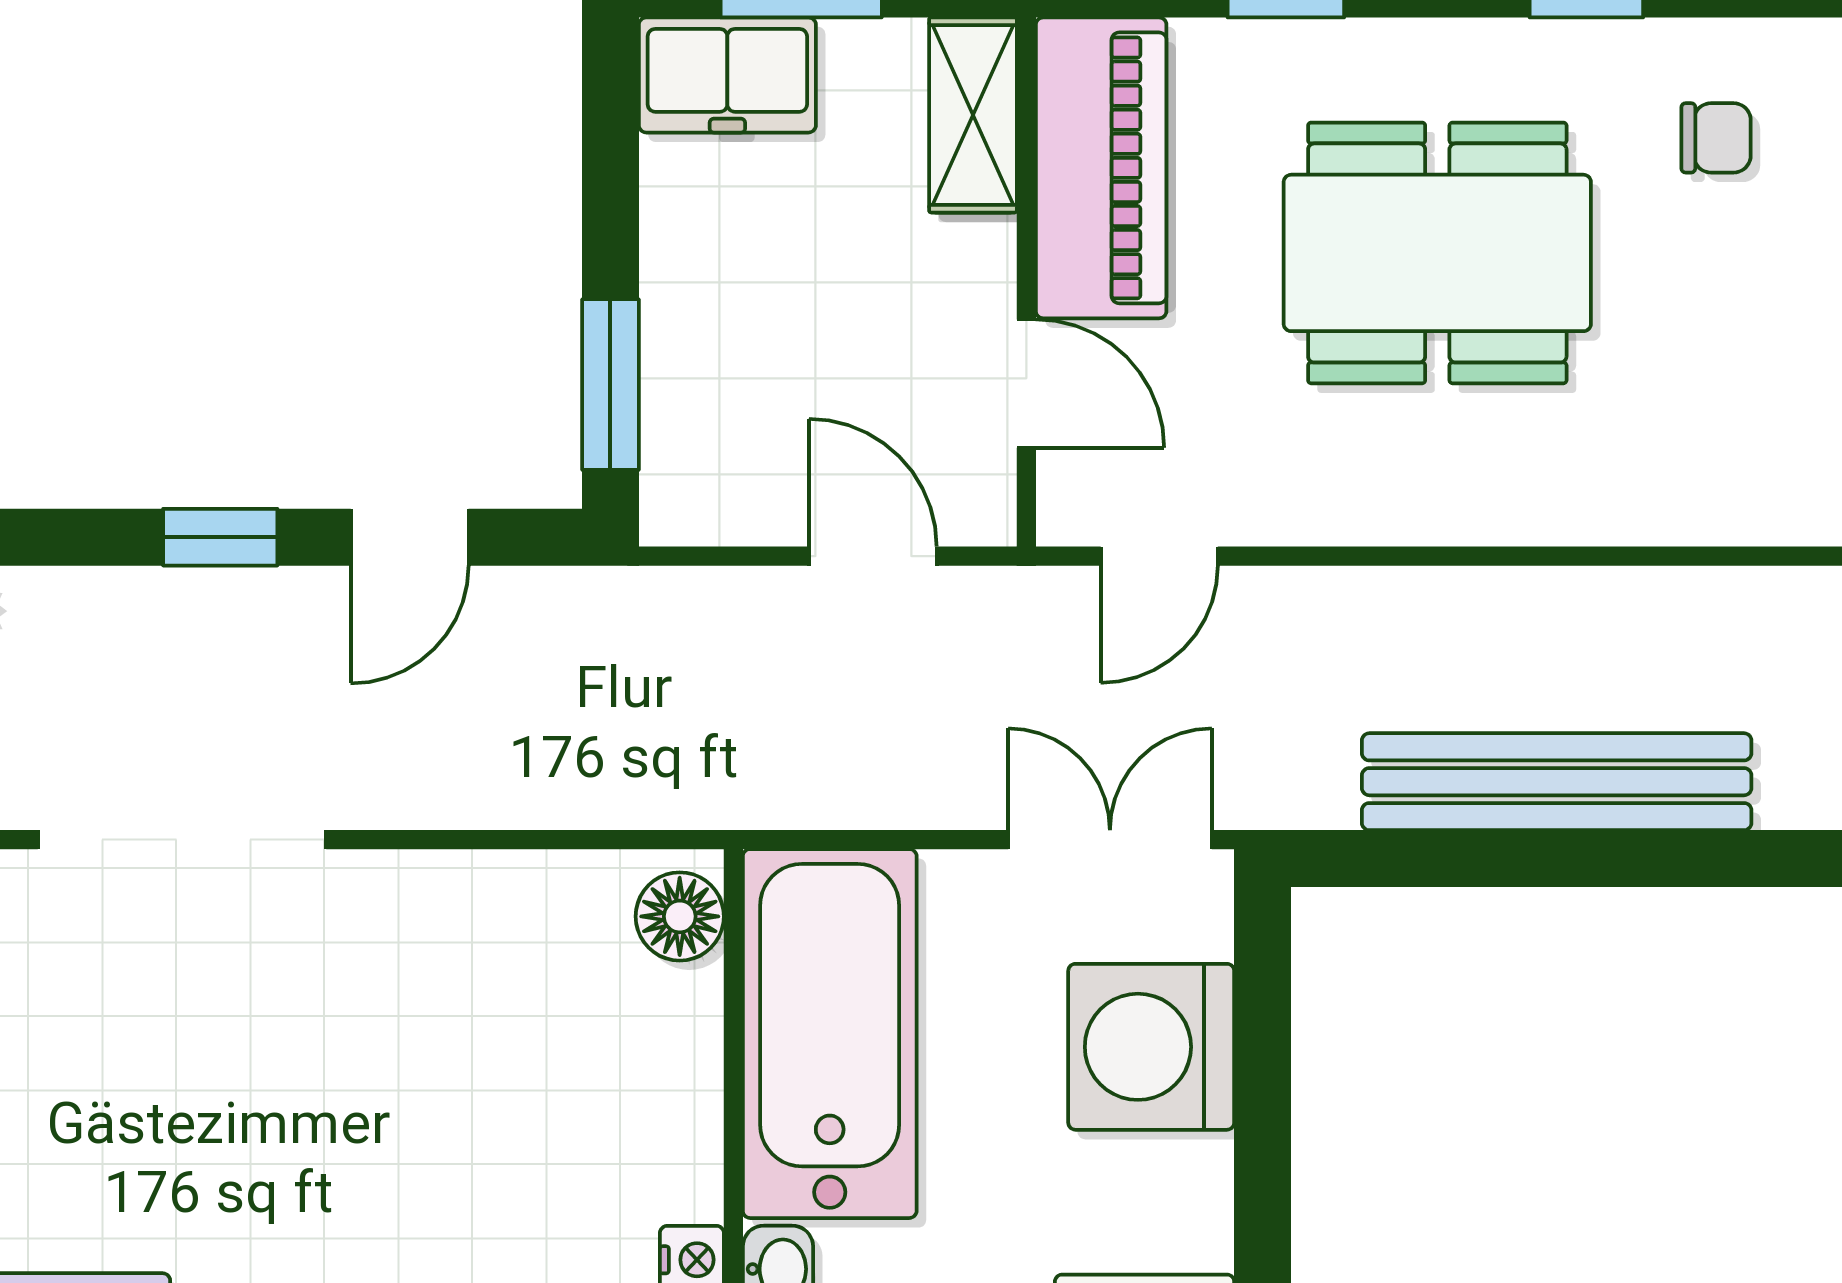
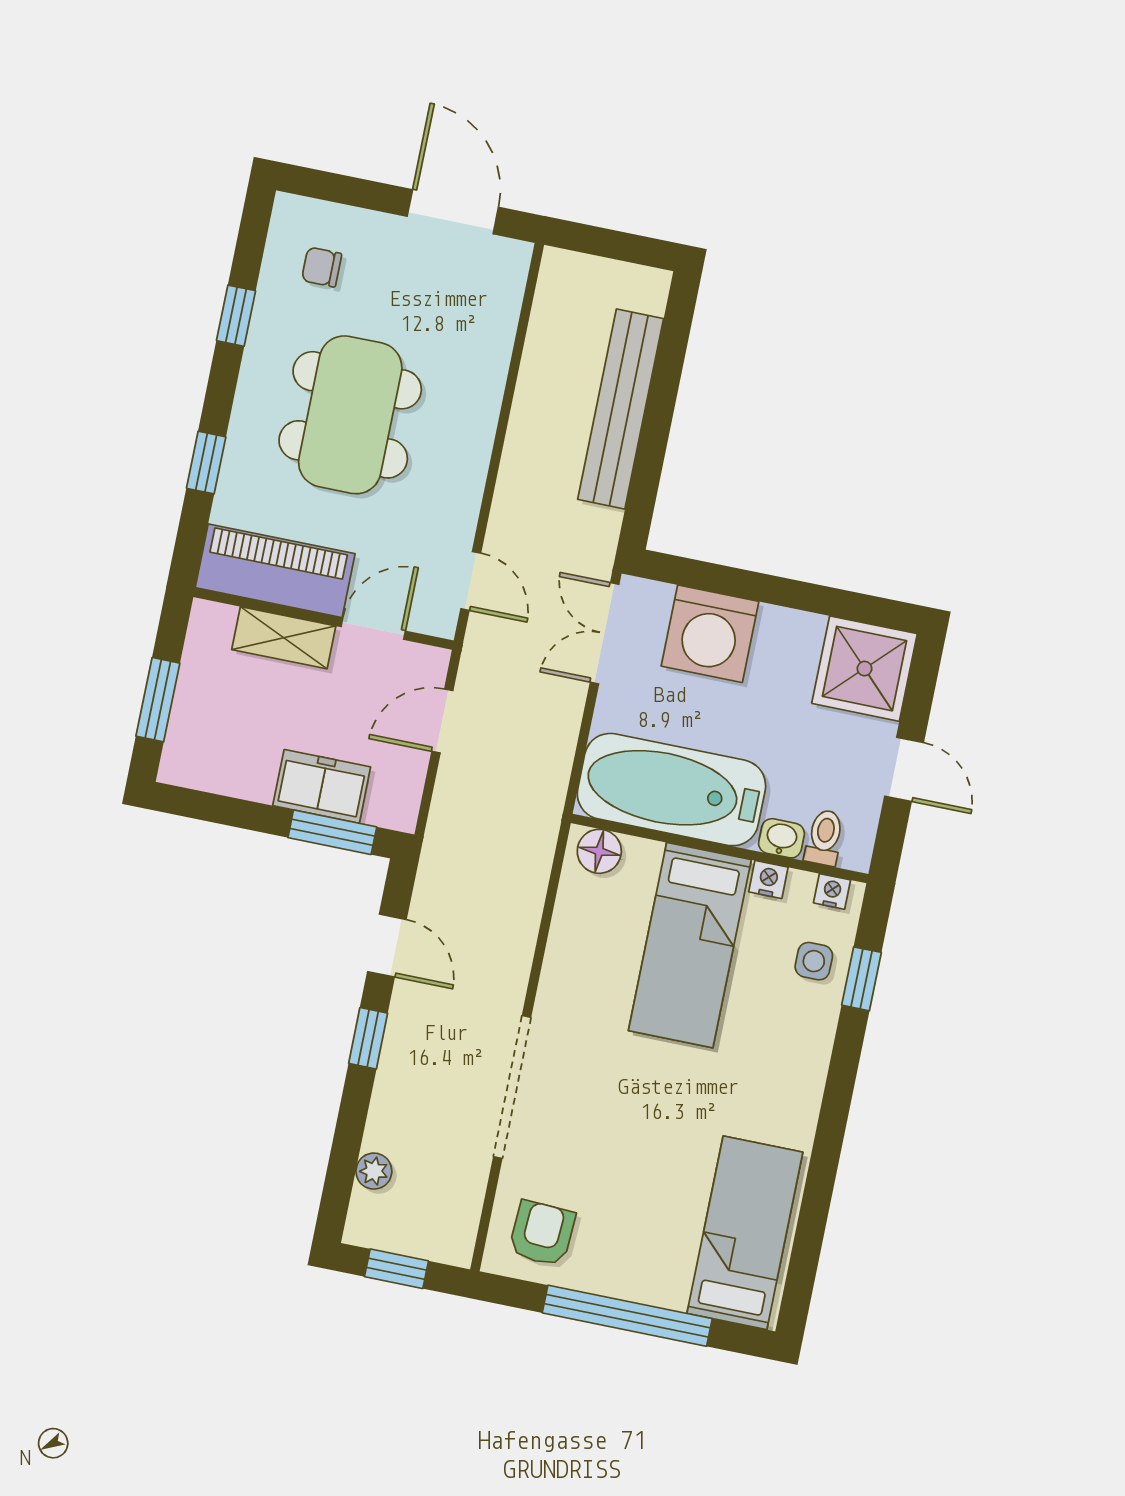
freezer: (727, 75) -> (322, 786), moved, turned -90
shelving: (973, 115) -> (284, 638), moved
chair: (1716, 138) -> (322, 267), turned -90
bed: (531, 1132) -> (690, 945), added

